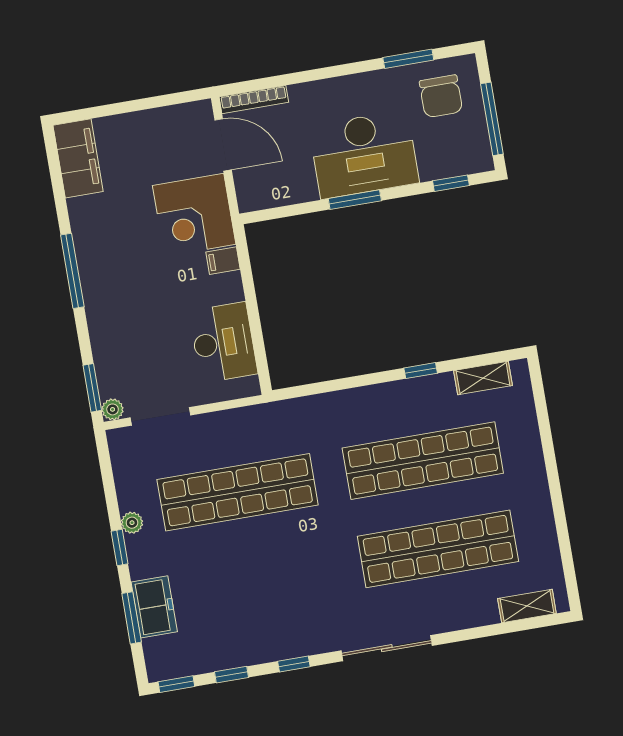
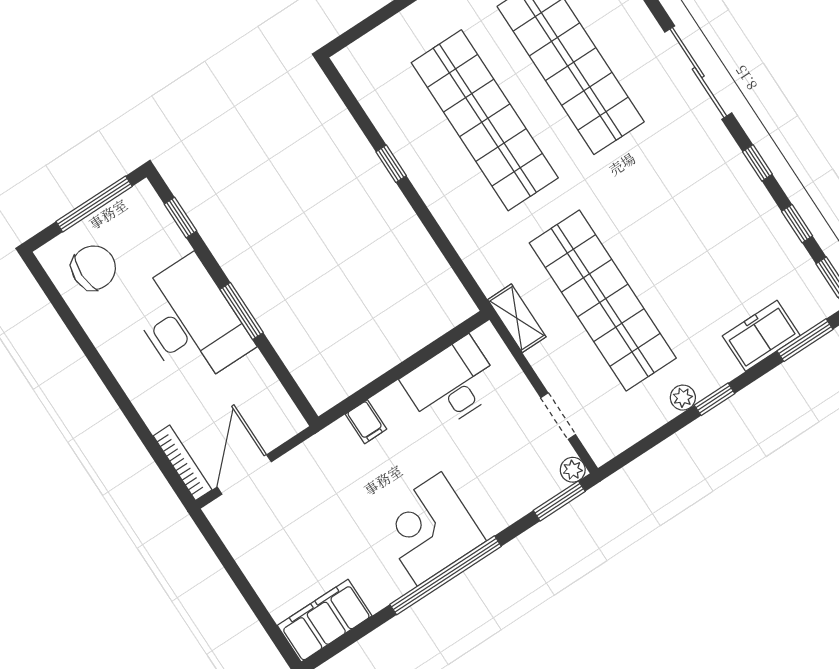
window: (408, 59) -> (69, 319), removed
corner desk: (194, 215) -> (429, 529), moved, turned 180
window: (72, 271) -> (446, 575), width x1.46
shelving: (483, 378) -> (517, 318), moved
doorway: (161, 416) -> (558, 416), width x0.73
window: (132, 618) -> (805, 340), moved

